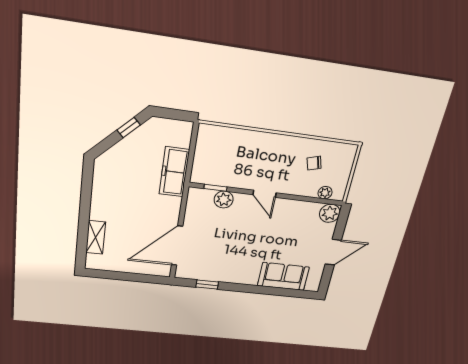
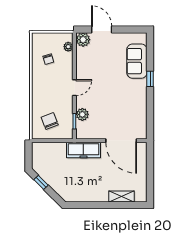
chair: (222, 153) -> (50, 121), added
freezer: (174, 172) -> (83, 150), moved
door: (333, 252) -> (102, 29), moved
window: (207, 285) -> (150, 79), moved

